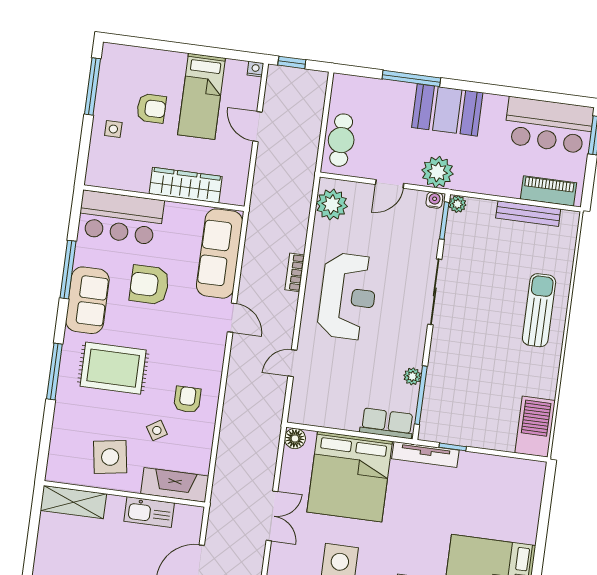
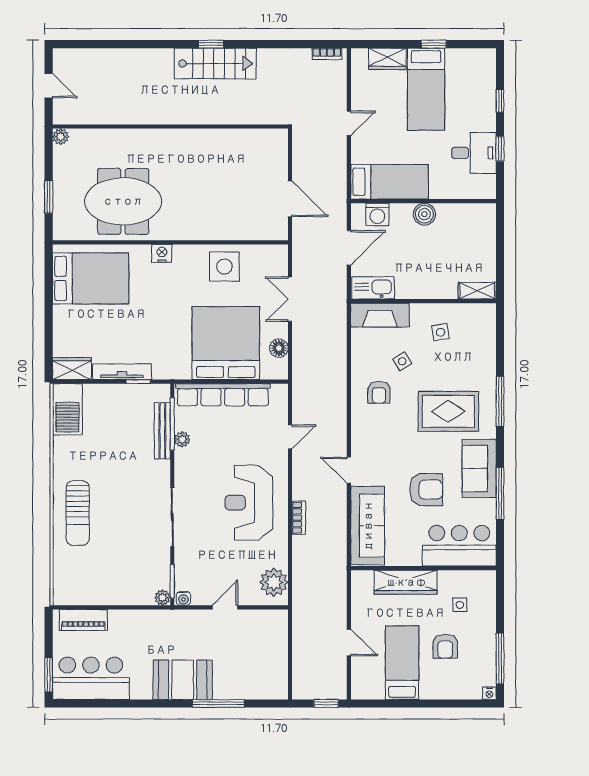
nightstand: (255, 69) -> (489, 693), moved
armchair: (151, 108) -> (445, 646), turned -90
side table: (113, 129) -> (460, 605), moved
cafe table: (341, 140) -> (273, 640), removed
plant: (437, 172) -> (184, 624), removed
bench: (528, 214) -> (162, 431), moved, turned 90
row of seats: (387, 423) -> (223, 395), width x2.02
floor lamp: (295, 439) -> (279, 348), moved
tv unit: (425, 454) -> (122, 372), moved
side table: (110, 457) -> (441, 332), width x0.54, depth x0.54
wardrobe: (524, 471) -> (72, 369), added
shelving: (73, 502) -> (477, 291), width x0.67, depth x0.75
kitchen sink: (149, 512) -> (373, 288), moved

